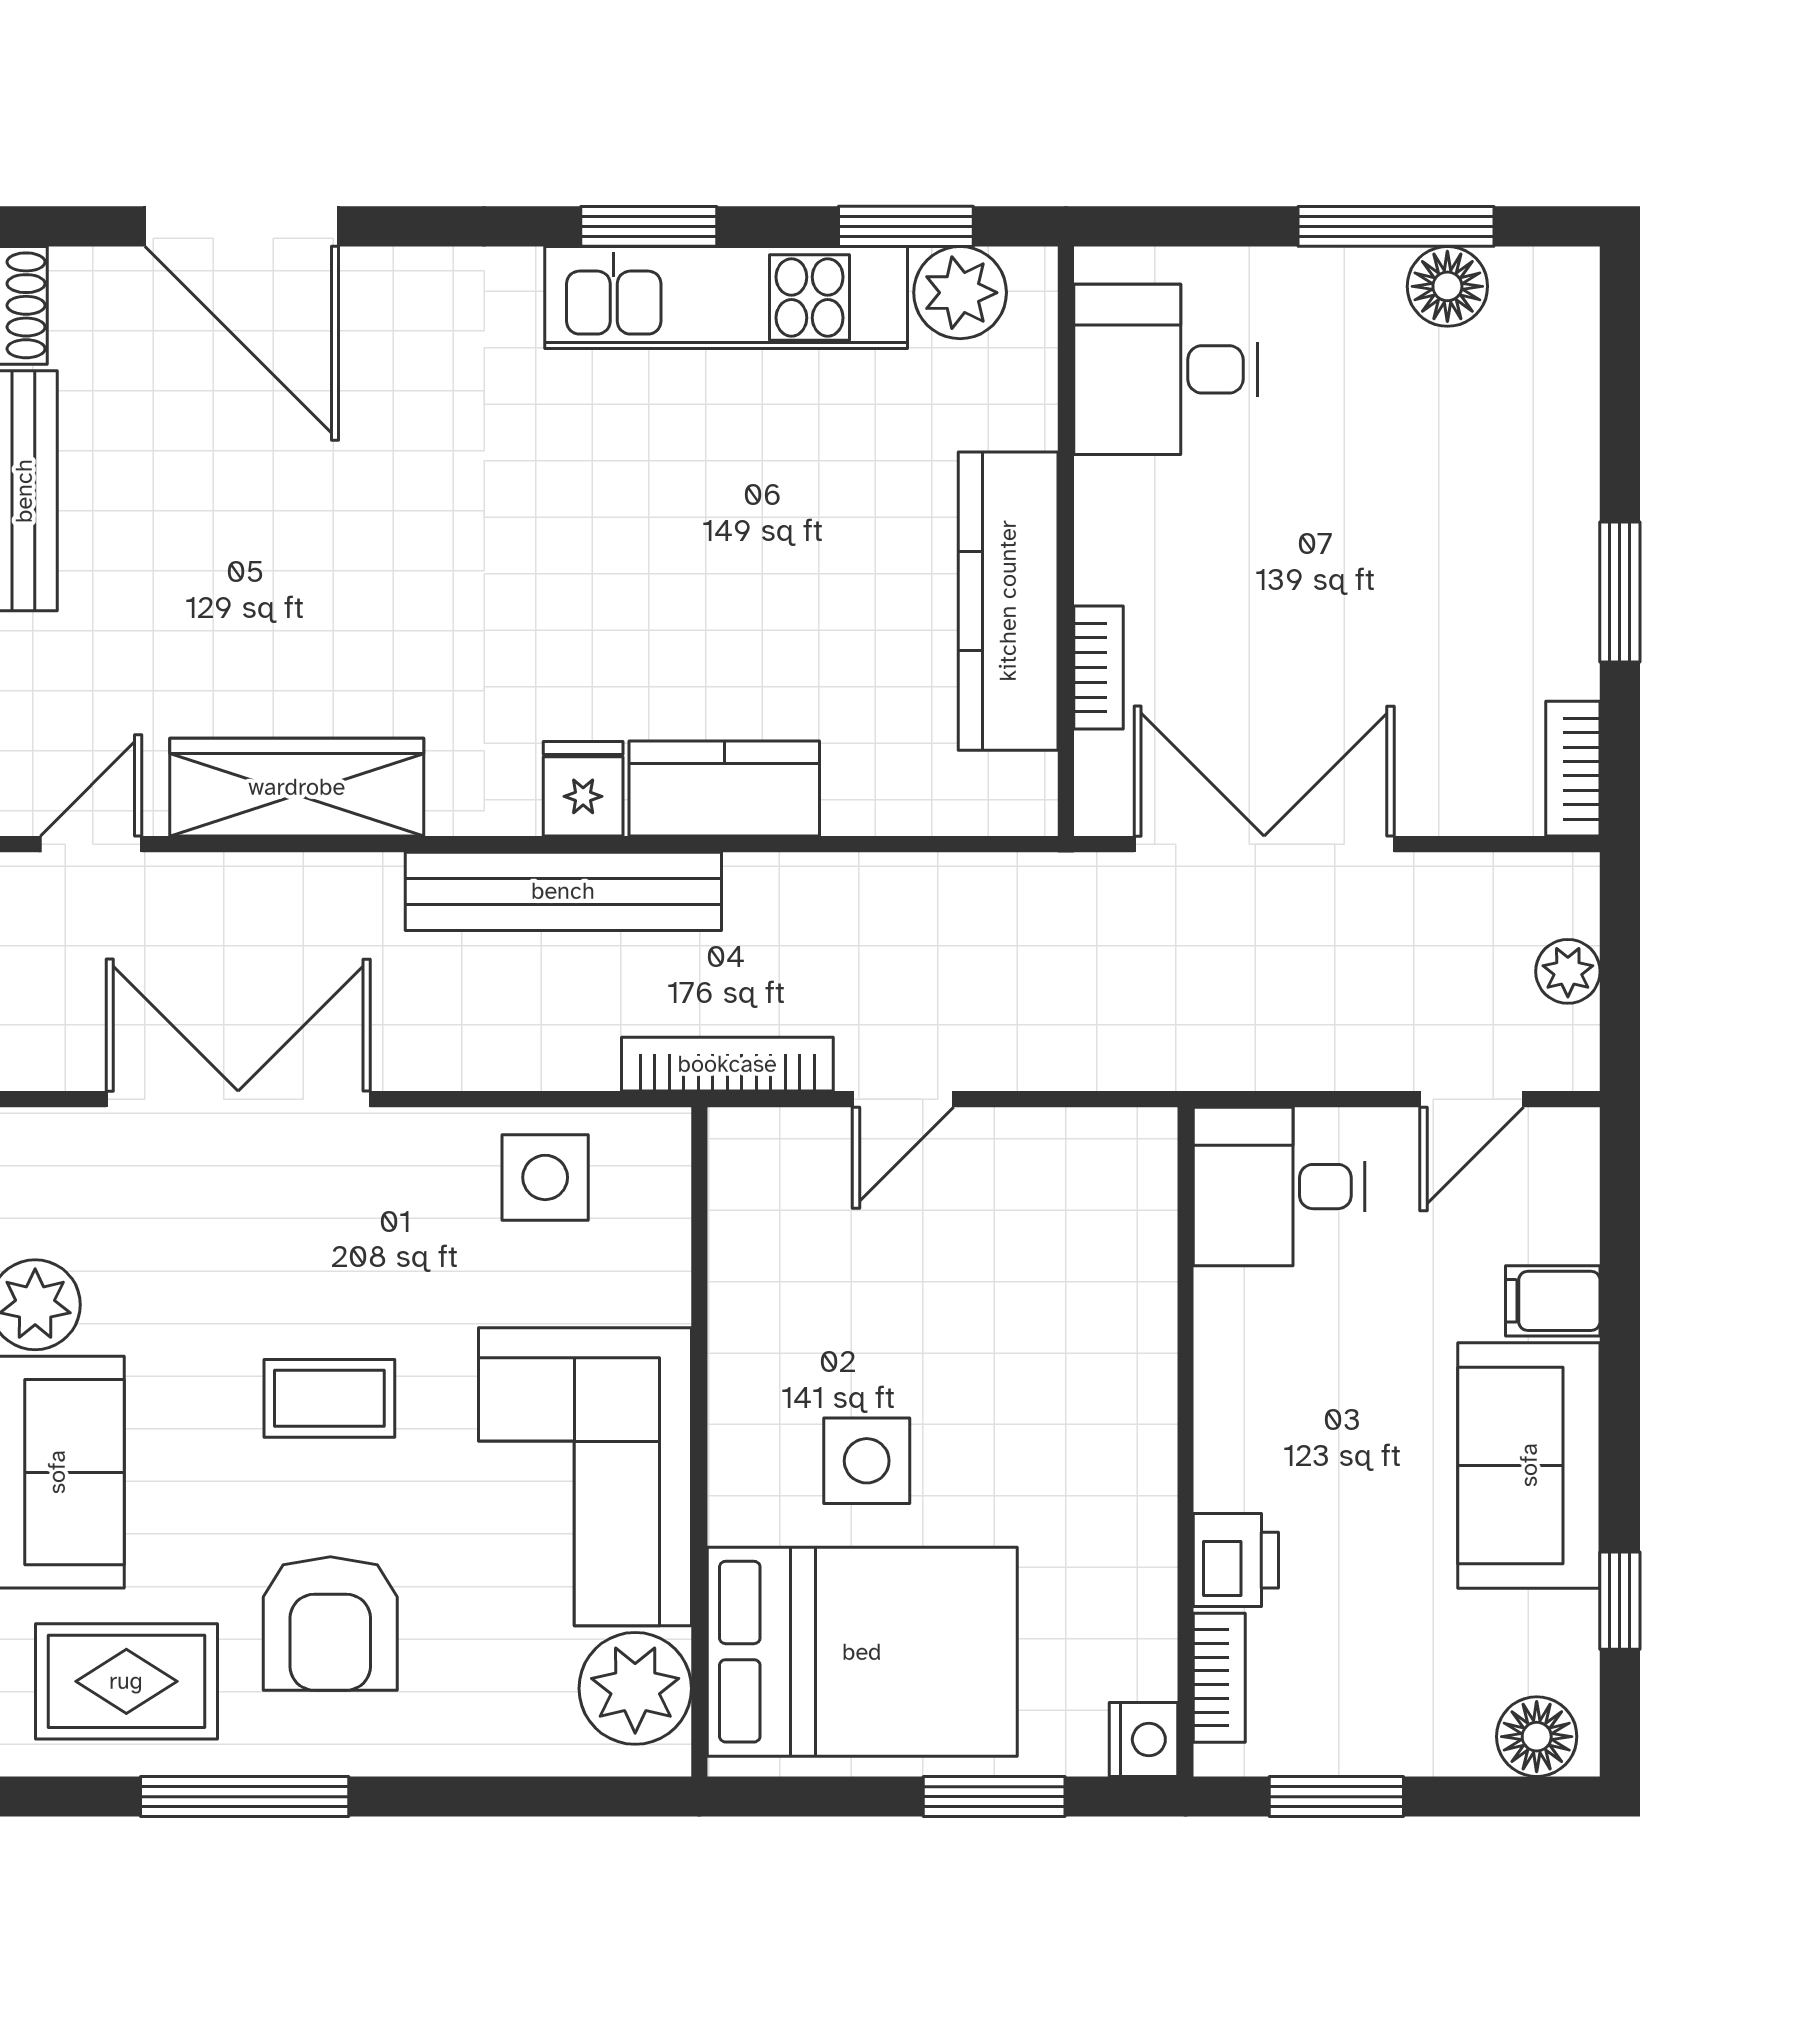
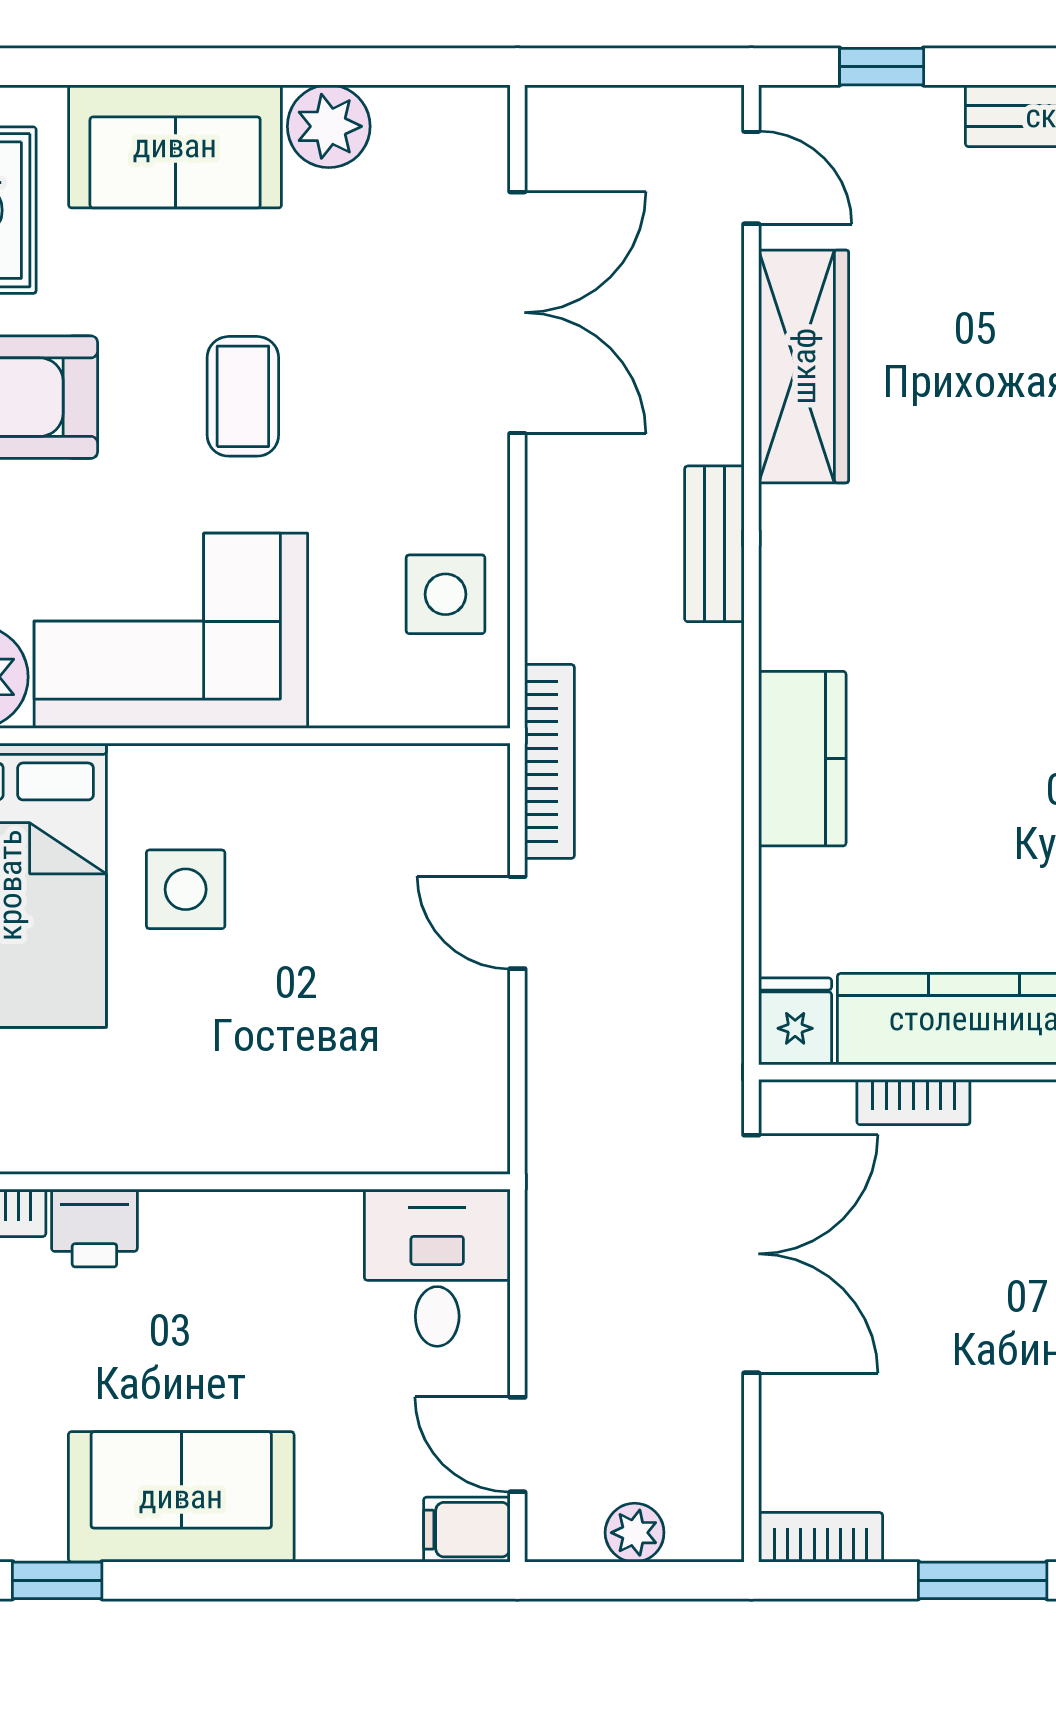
fridge: (583, 789) -> (795, 1021), moved, turned -90
bench: (563, 891) -> (714, 544), width x0.54, depth x0.82
filing cabinet: (1553, 1301) -> (467, 1530), moved, turned -90

